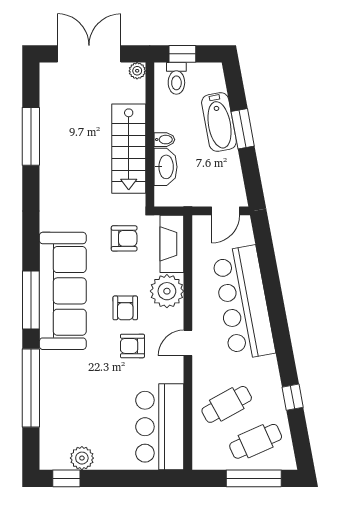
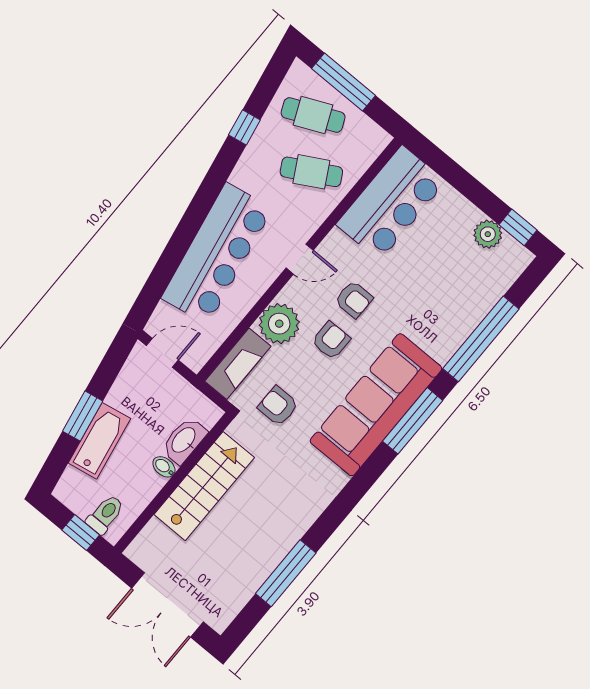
plant: (137, 71) -> (136, 552), removed

